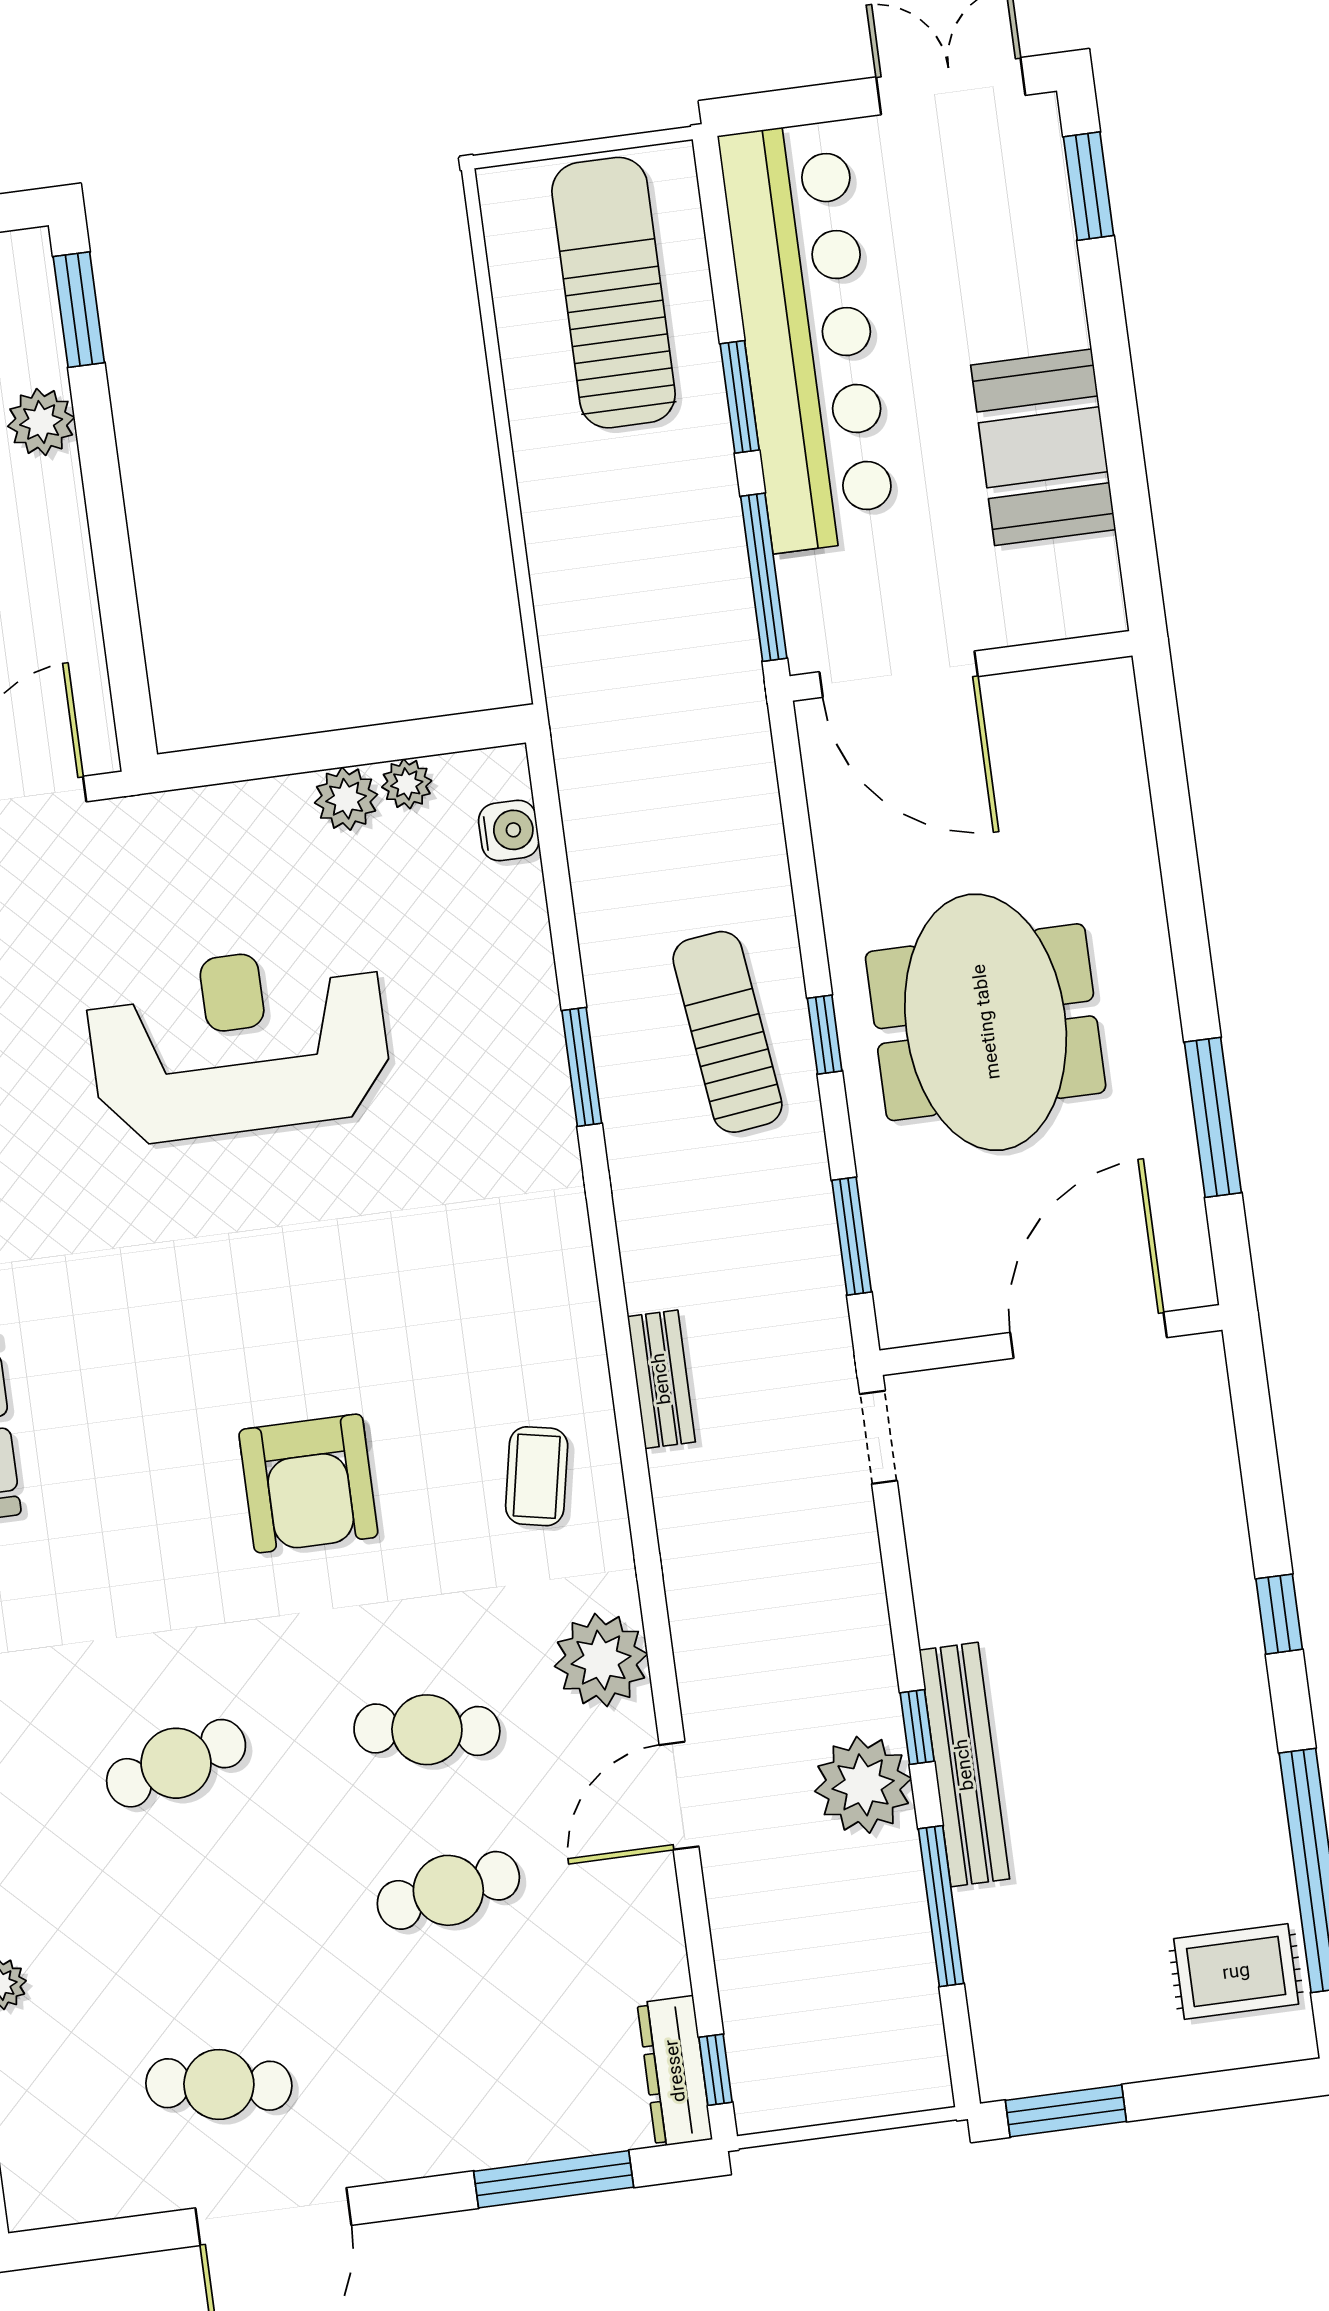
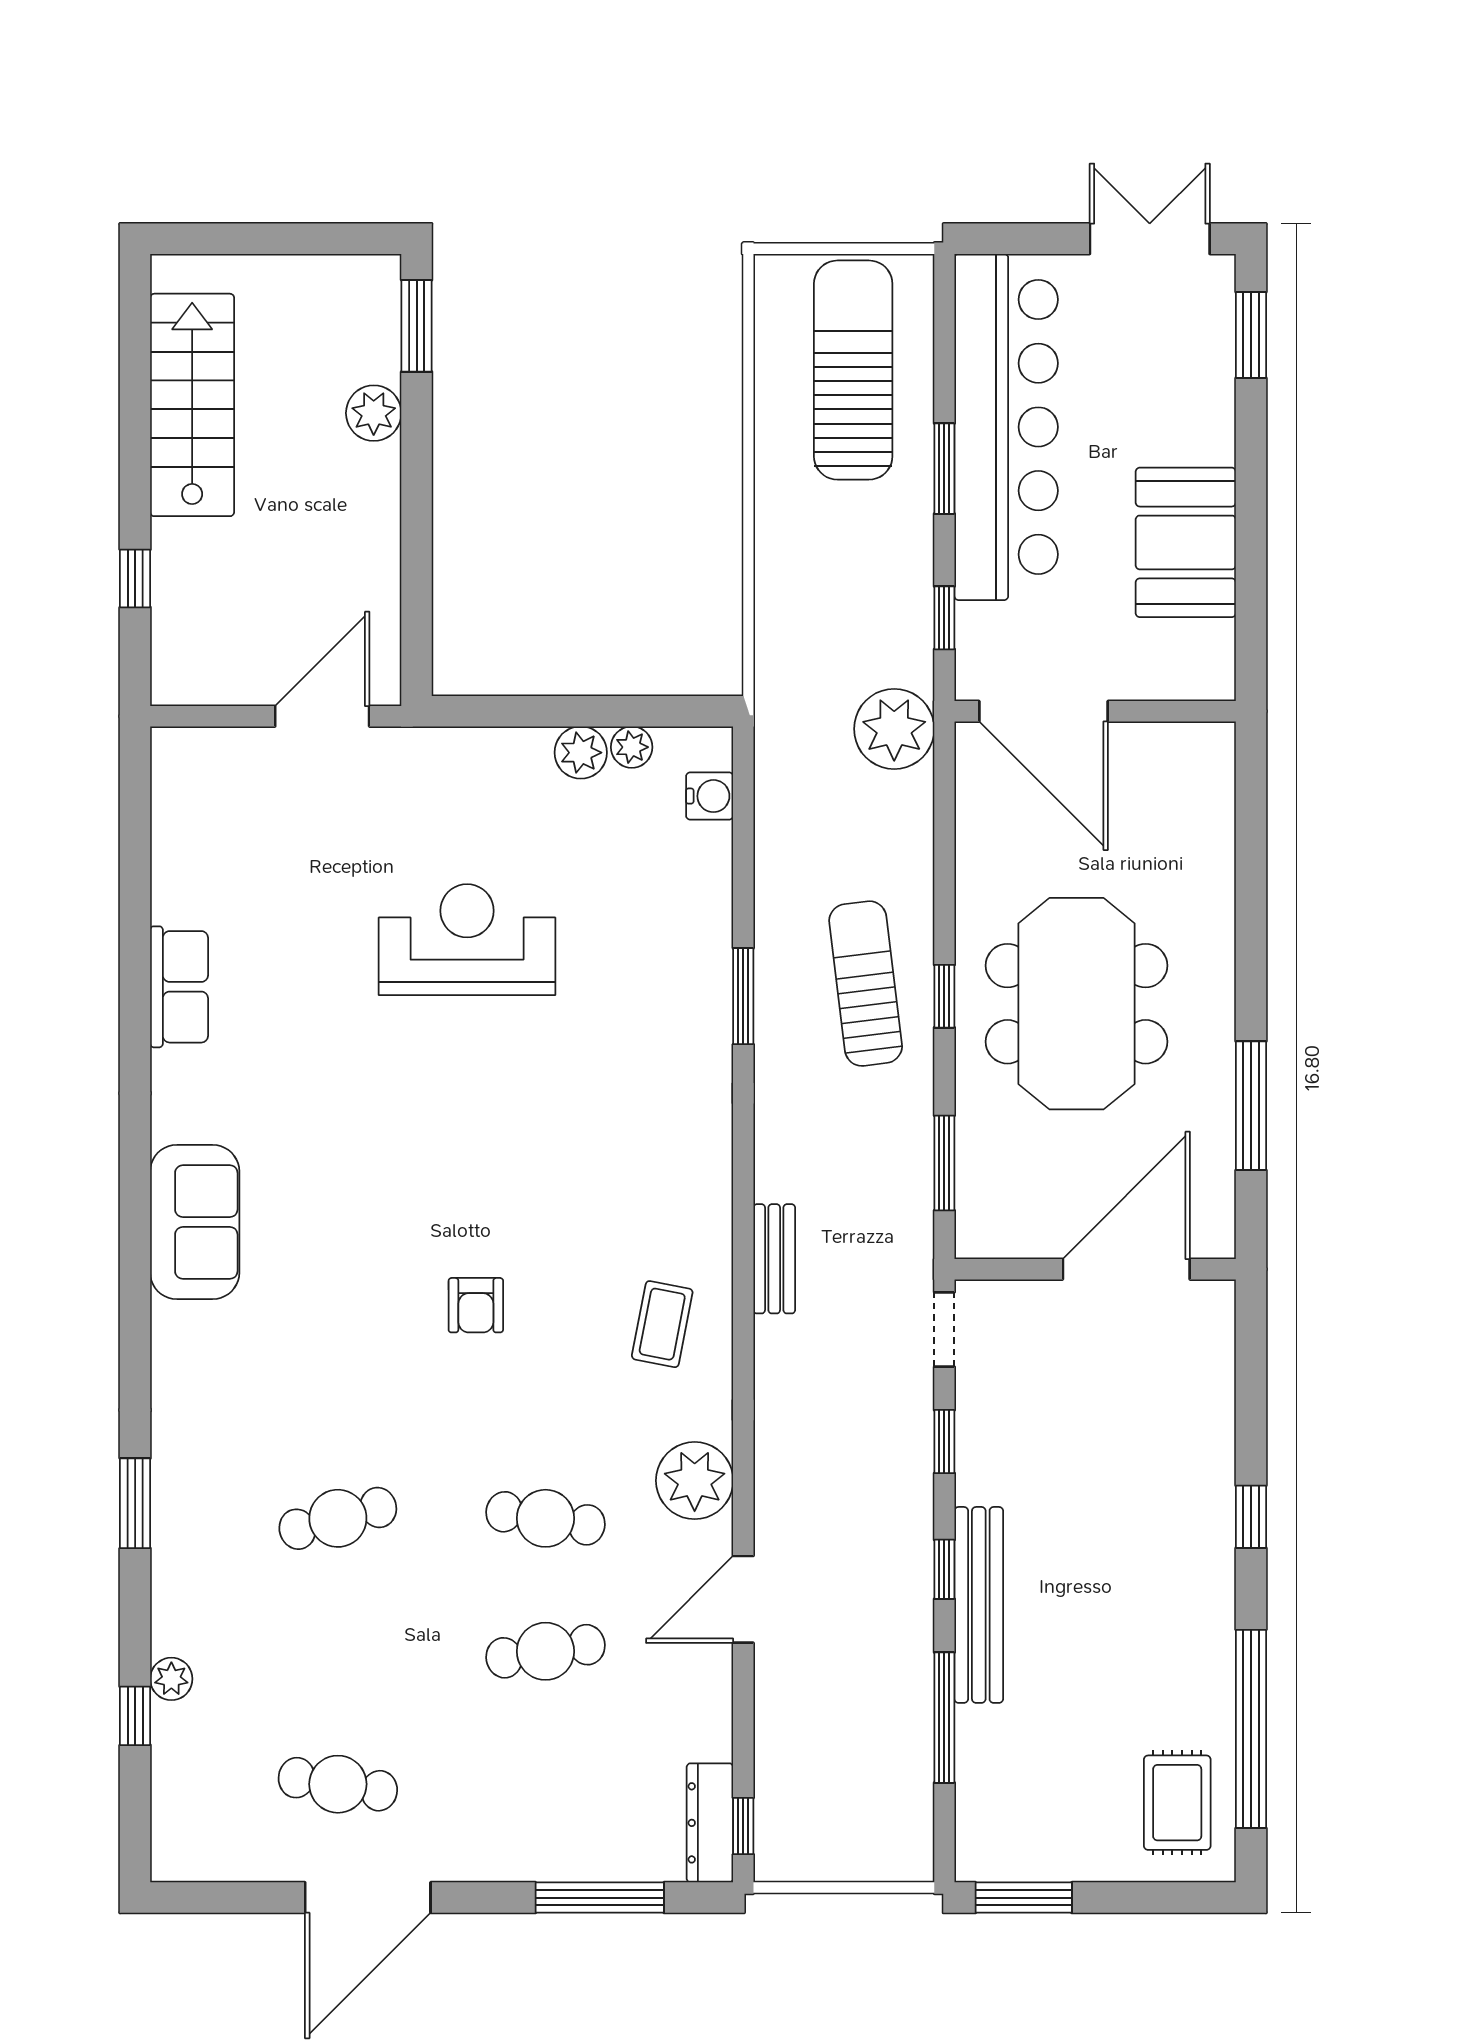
window: (764, 577) -> (944, 618), width x0.46
reception desk: (239, 1043) -> (467, 940), width x0.74, depth x0.77
armchair: (308, 1483) -> (476, 1305), width x0.53, depth x0.53
window: (897, 1573) -> (944, 1442), added
plant: (863, 1785) -> (894, 729), moved
rug: (1236, 1971) -> (1177, 1803), turned 90

